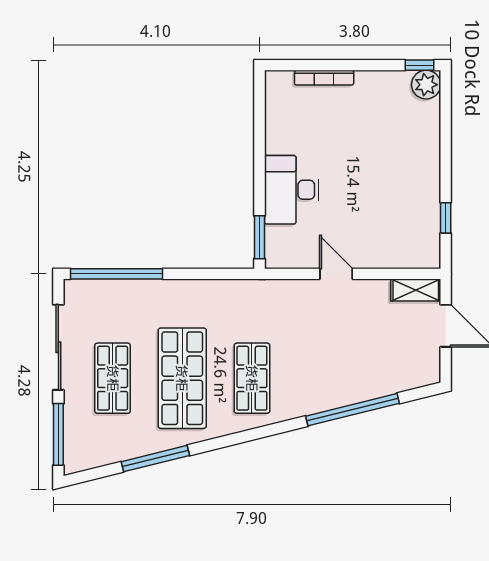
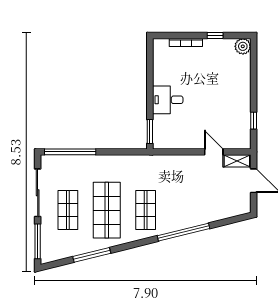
window: (420, 65) -> (215, 35), moved
desk: (292, 190) -> (168, 100), width x0.73
door: (336, 274) -> (214, 152), moved
window: (352, 410) -> (183, 232), moved

